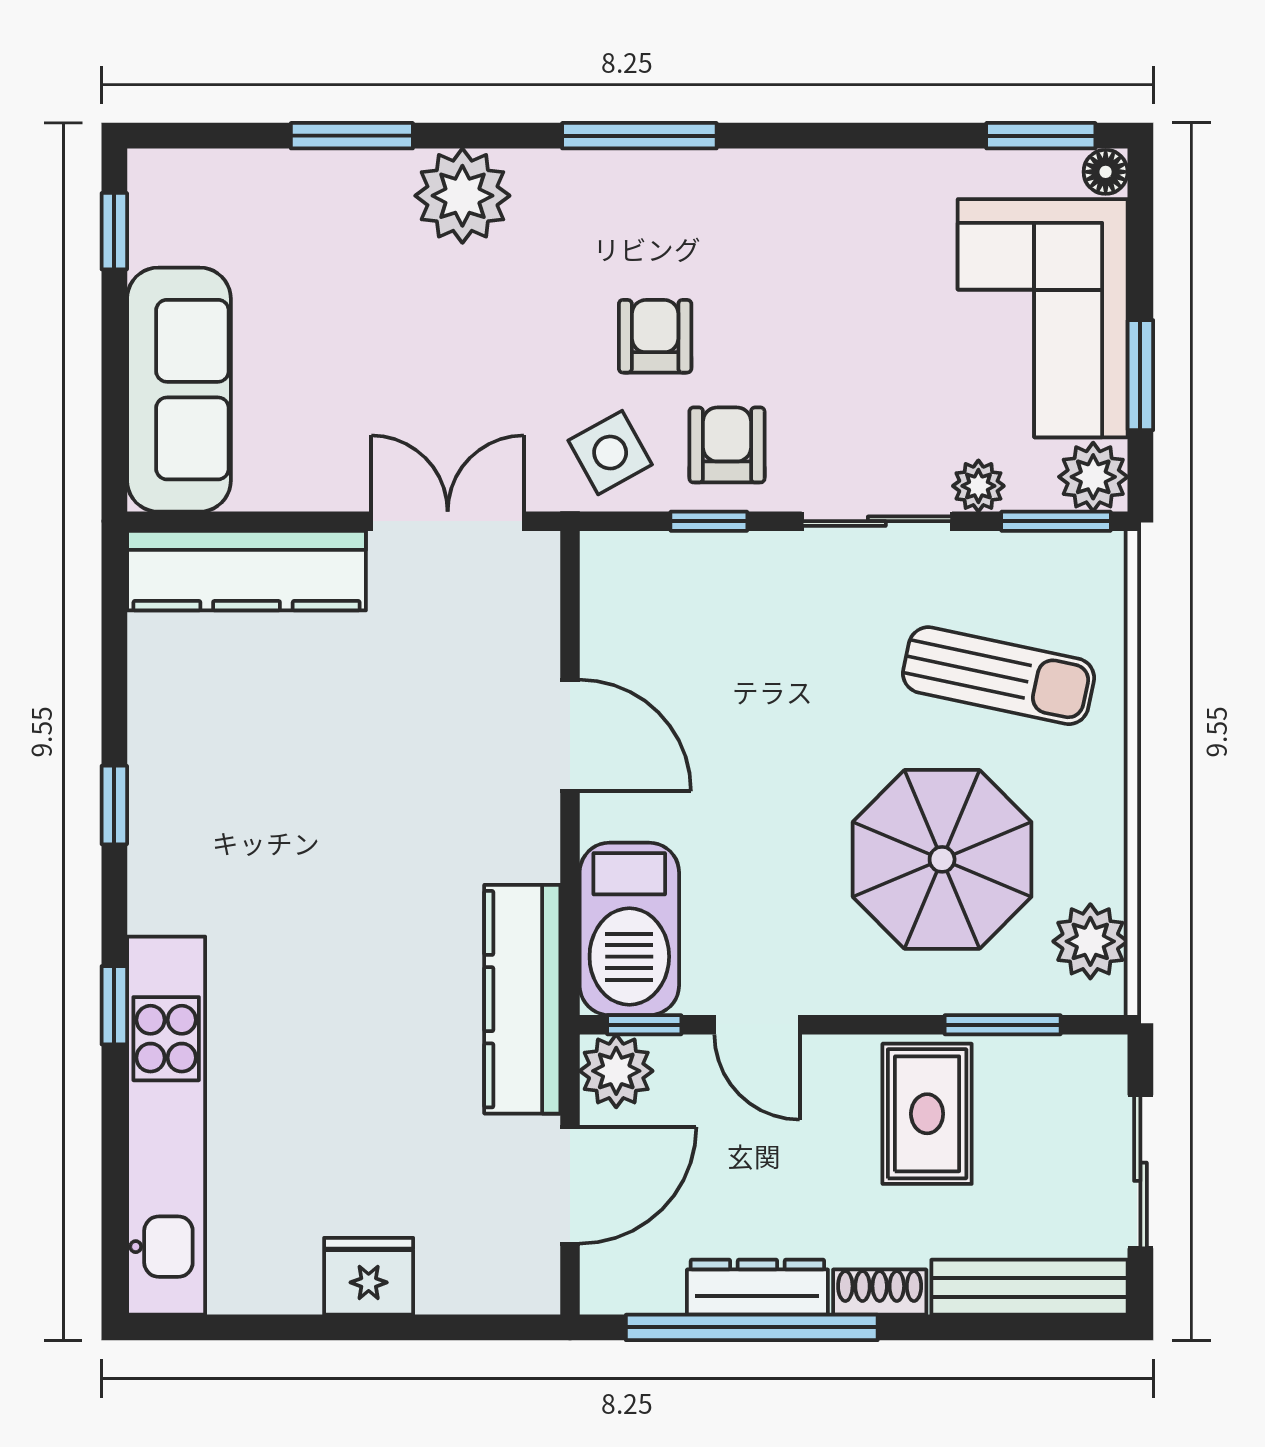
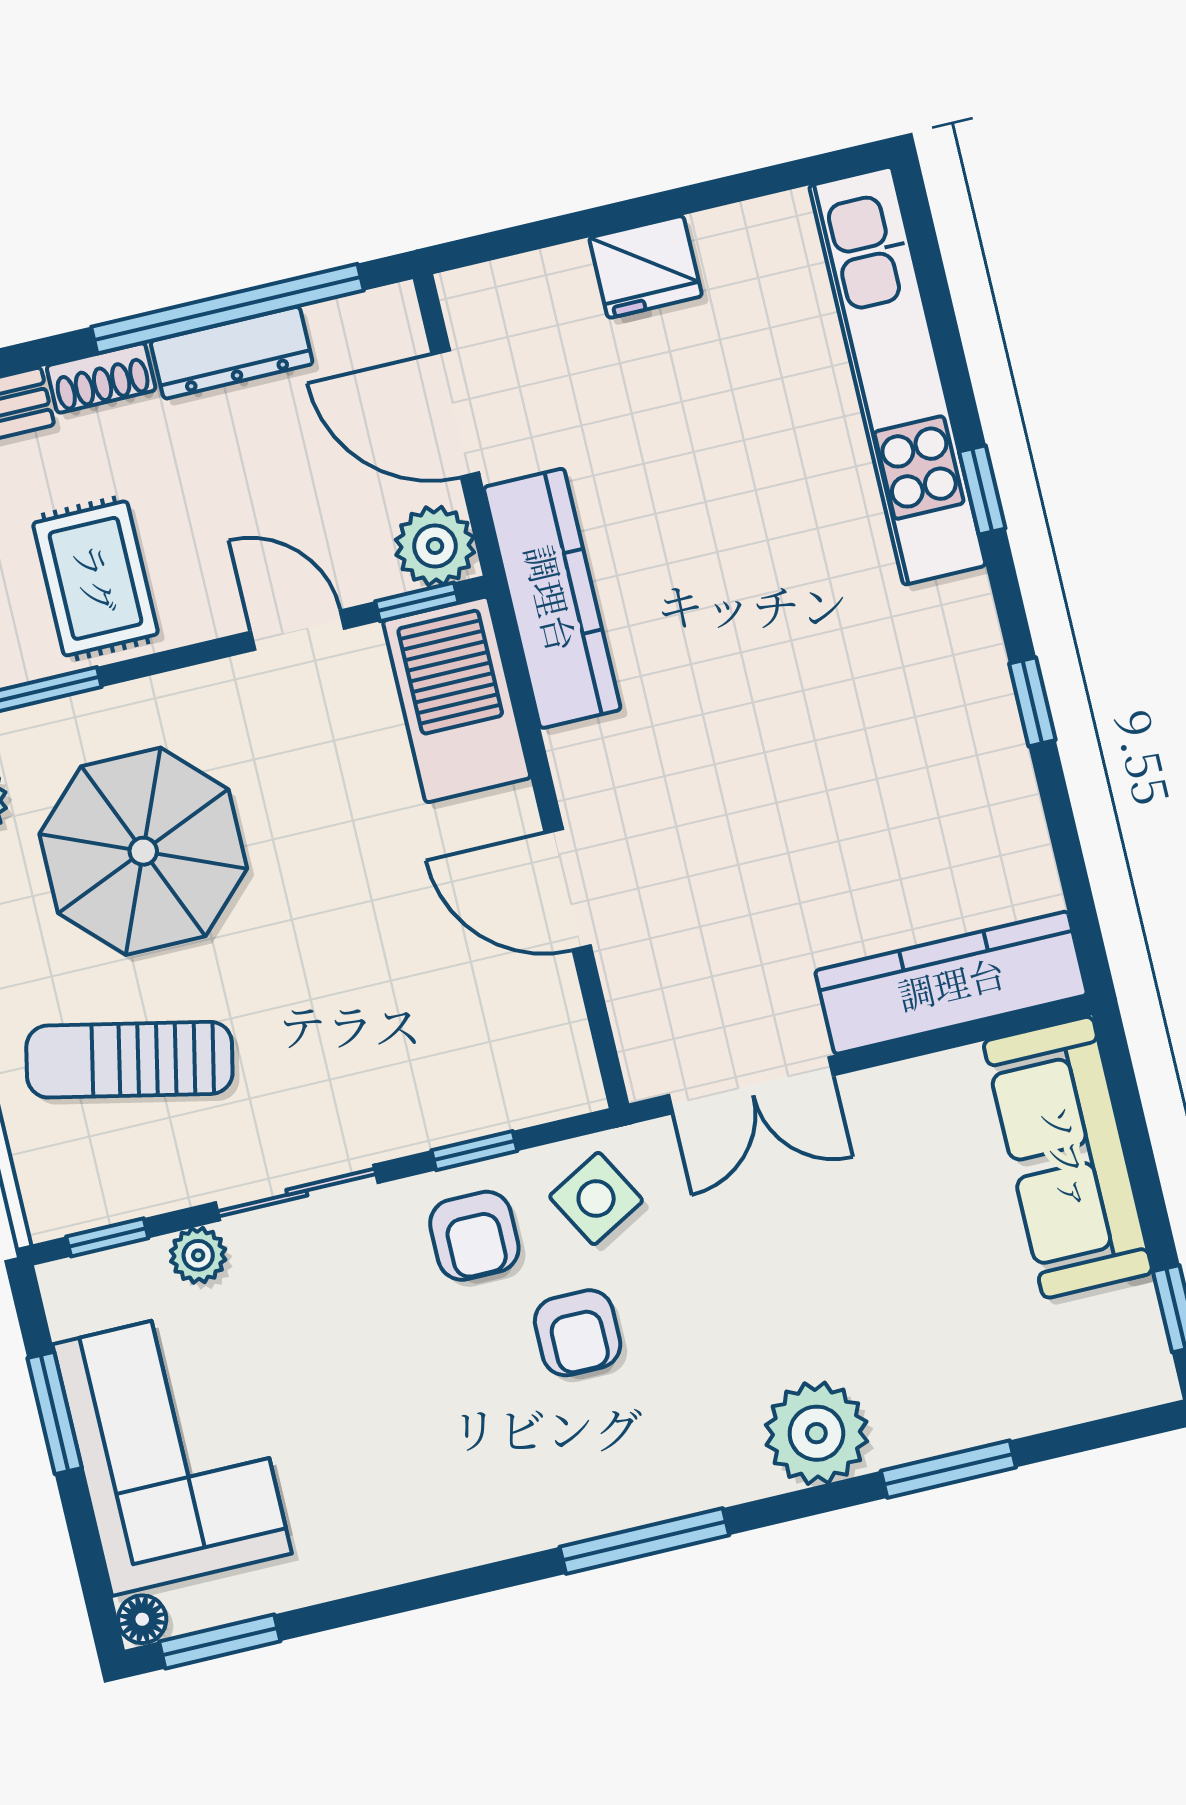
plant: (1093, 477) -> (79, 1294), removed
window: (1056, 521) -> (107, 1237), width x0.67
door: (570, 1185) -> (455, 414), hinge flipped

